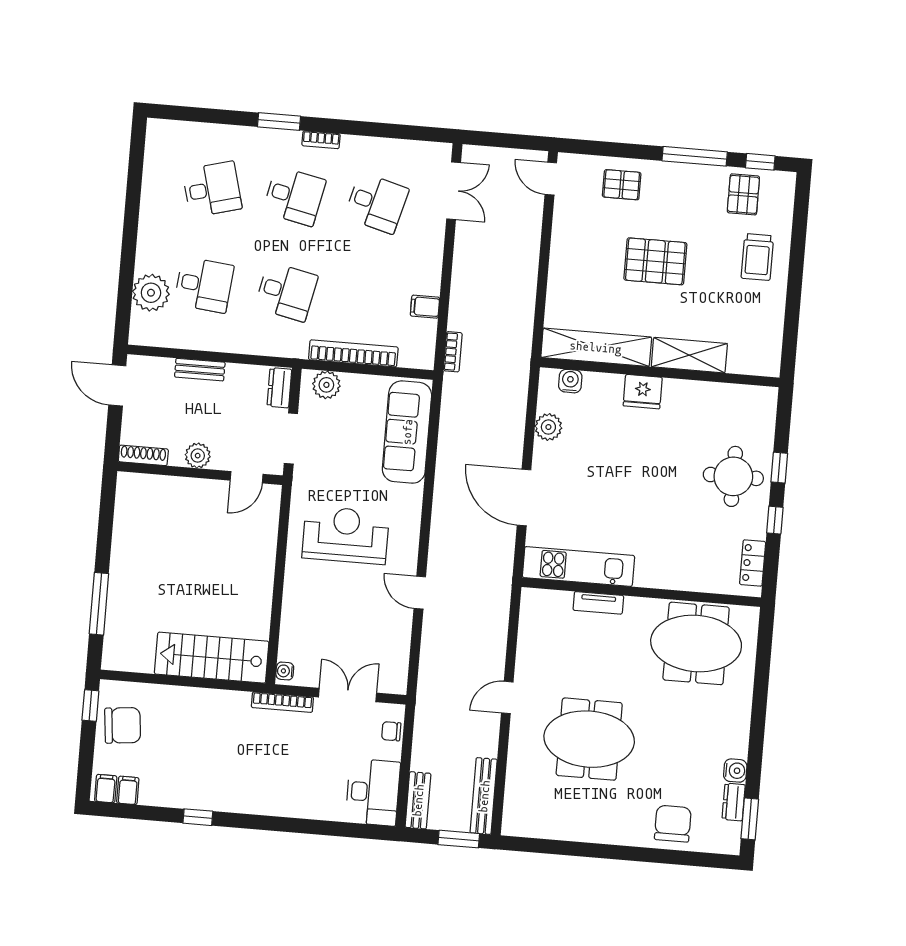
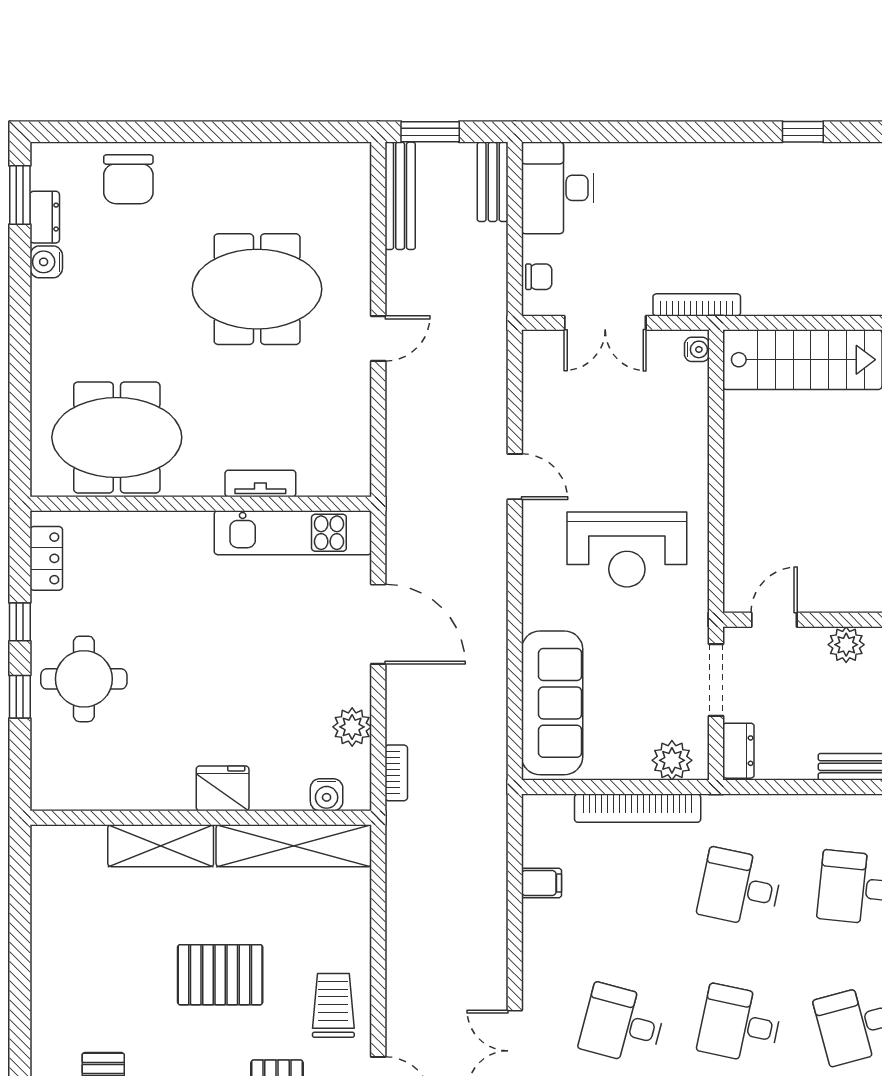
trolley: (757, 257) -> (333, 1005), moved
bookcase: (453, 352) -> (396, 773), moved, turned 180

